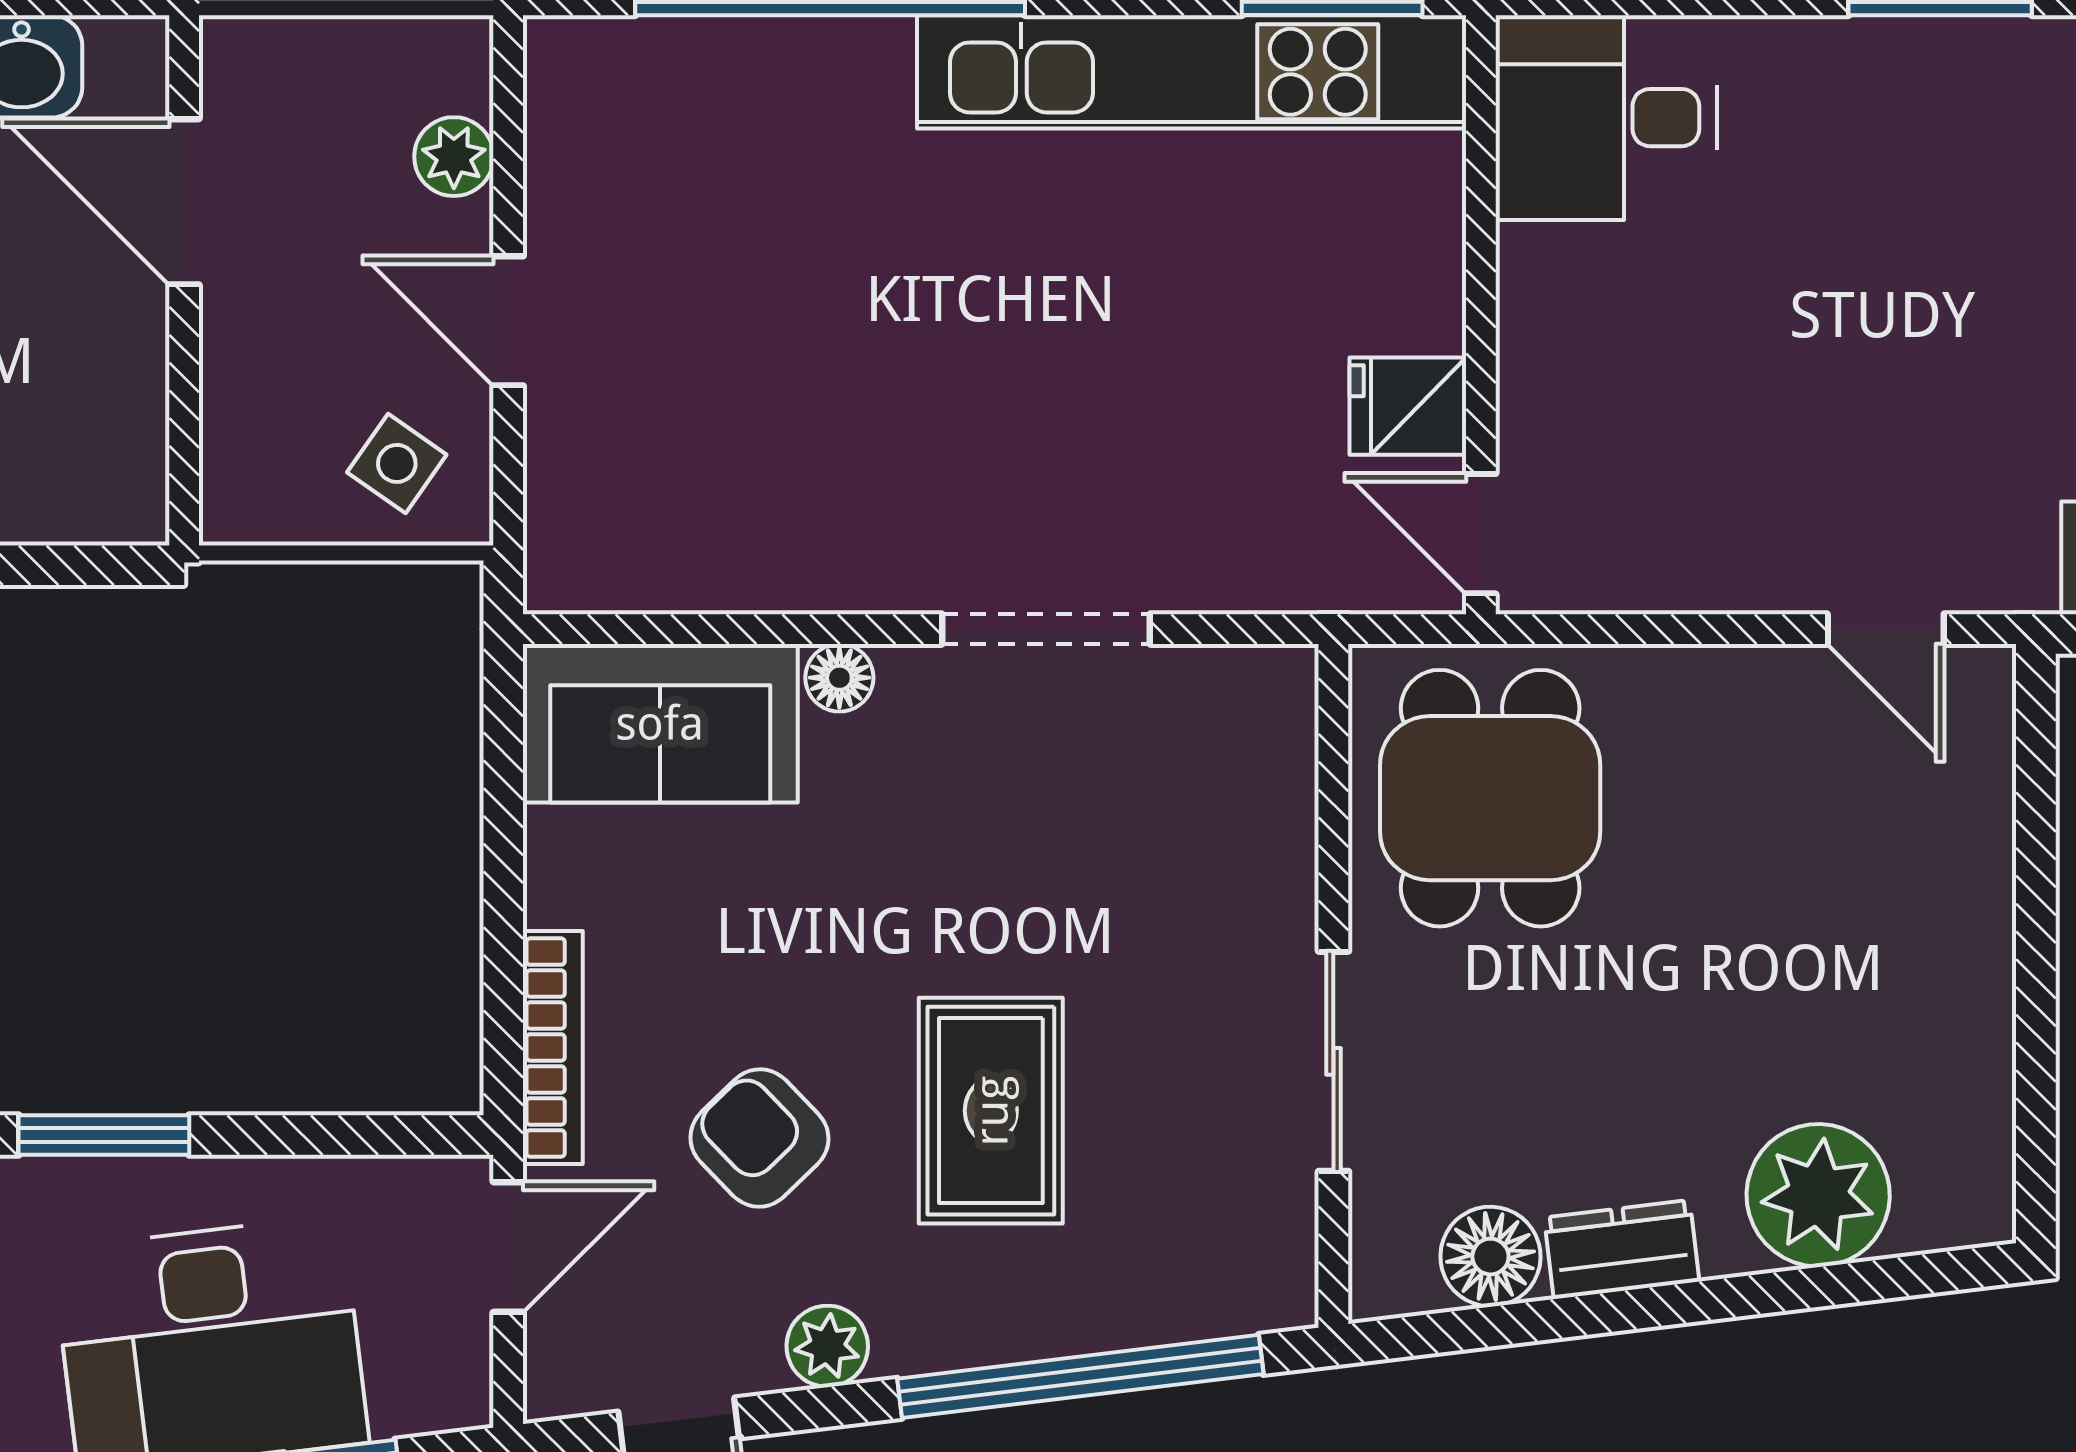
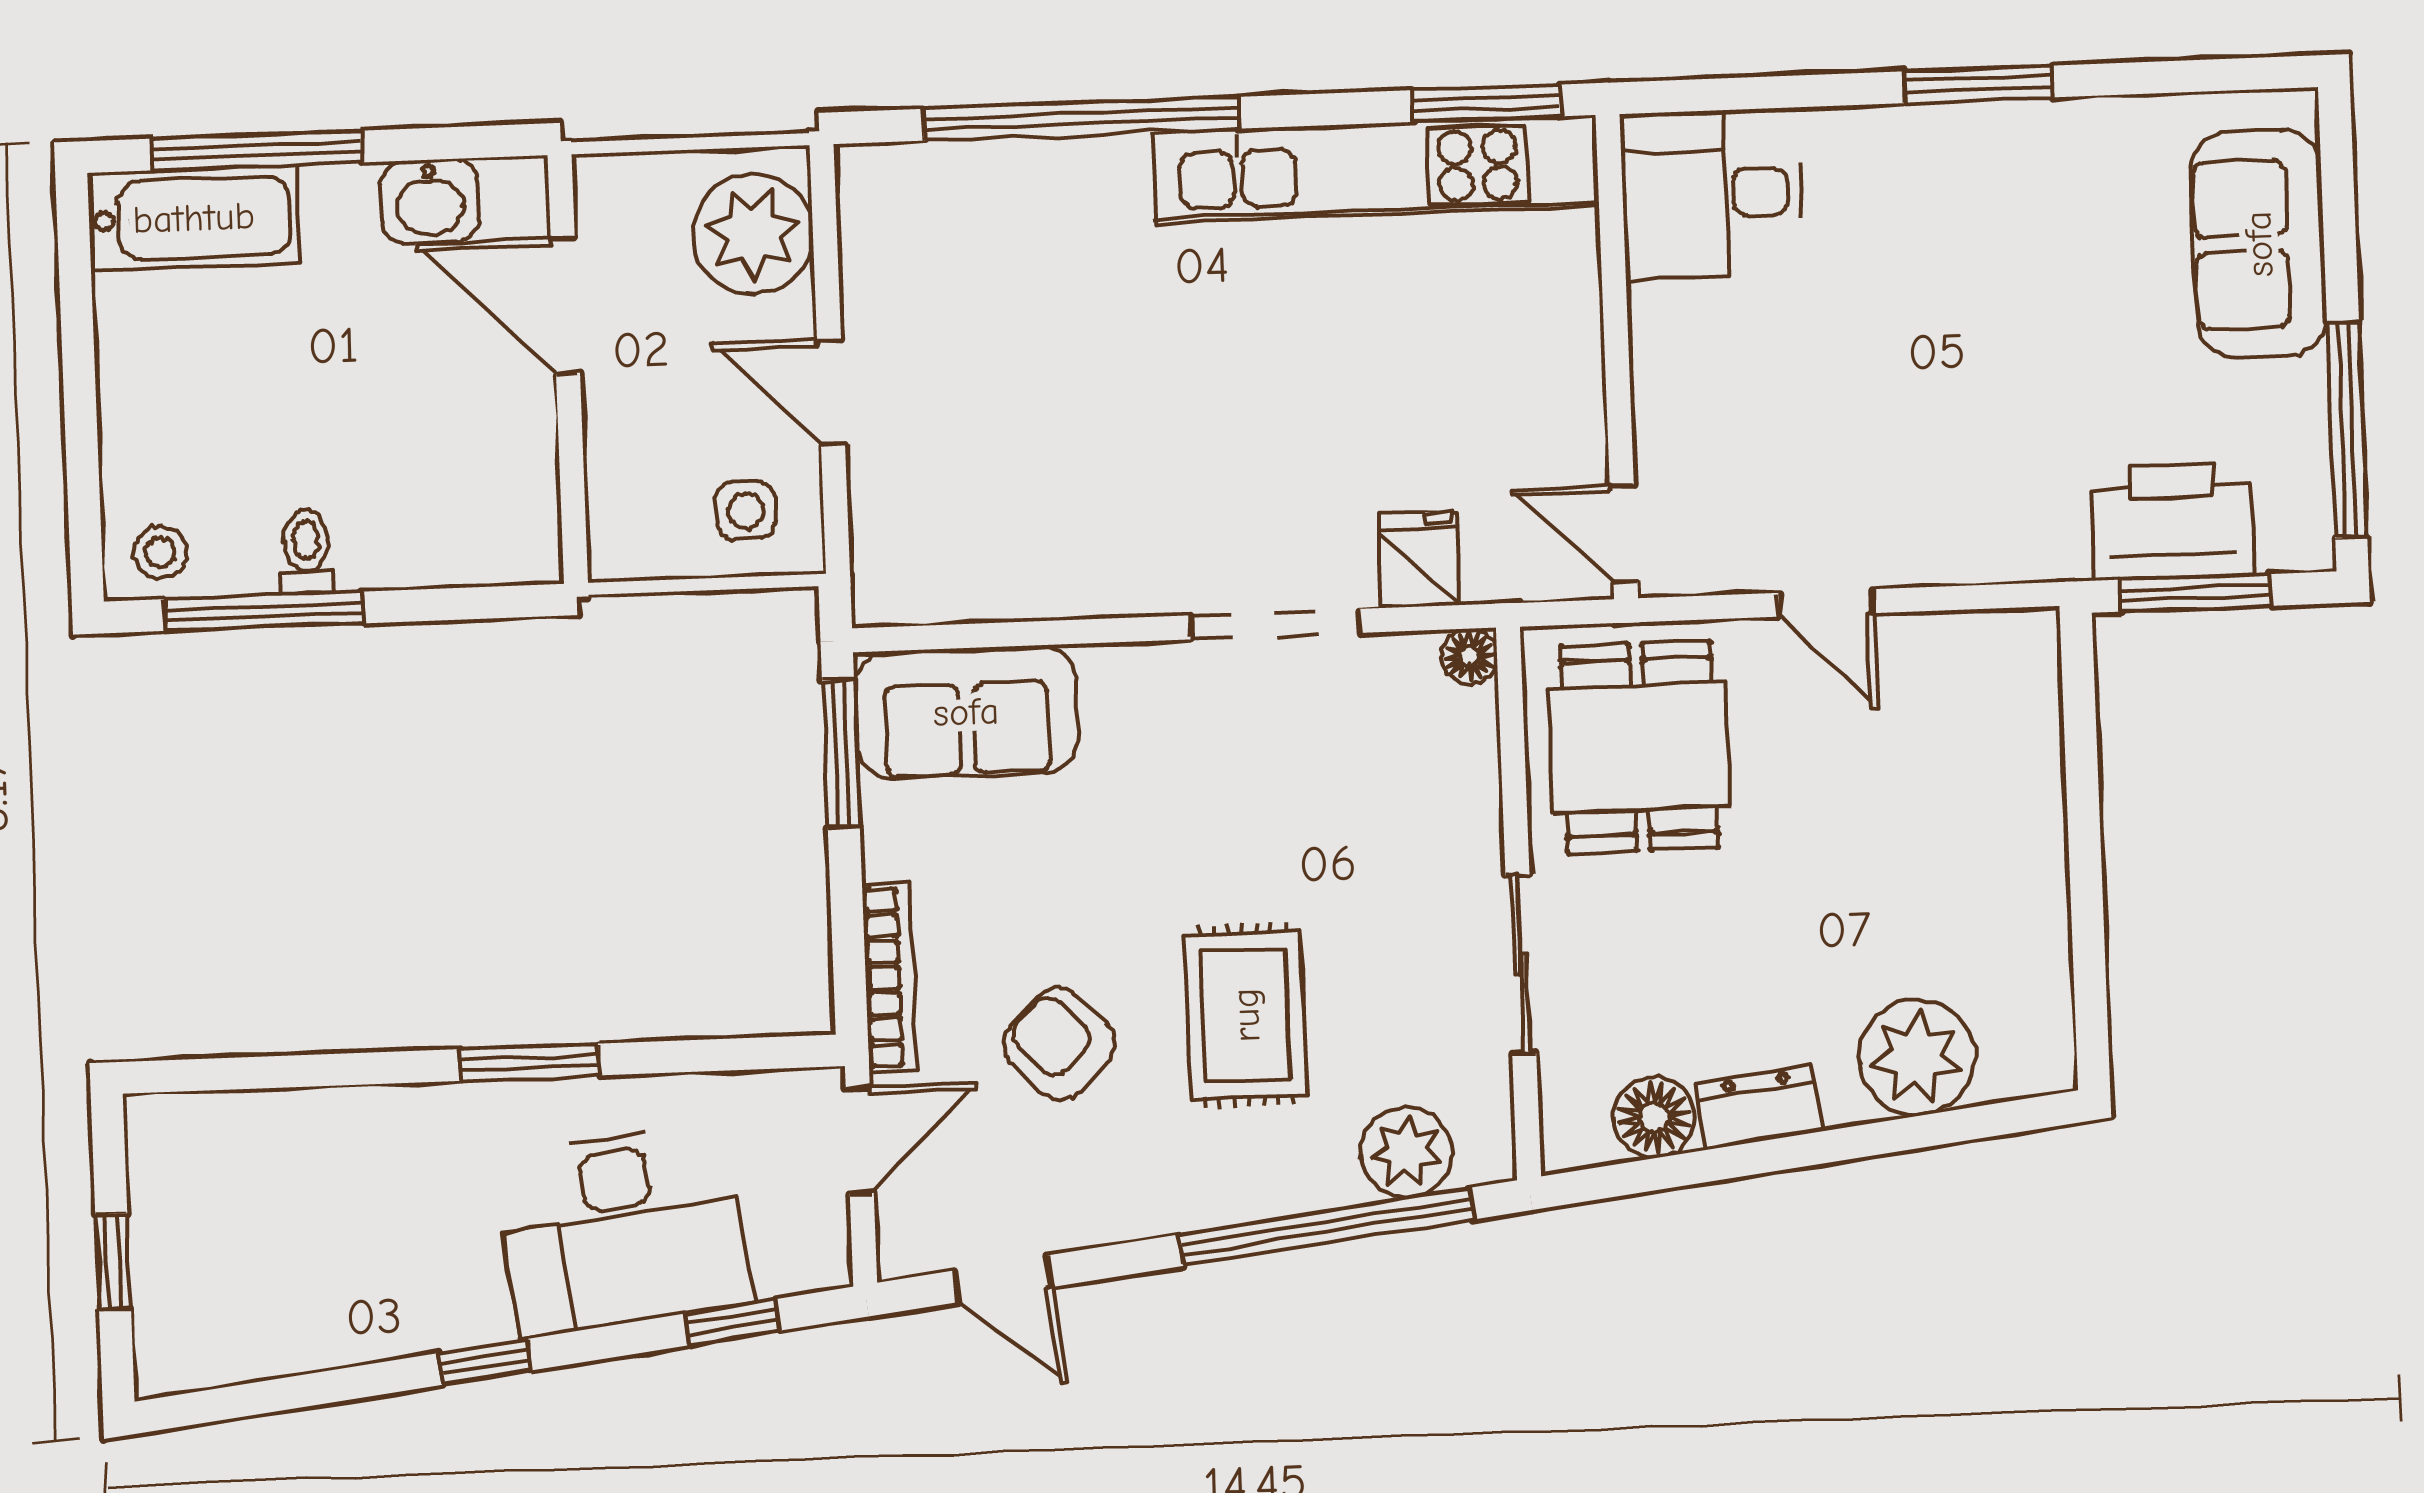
plant: (454, 157) -> (753, 234), width x1.87, depth x1.87
fridge: (1408, 406) -> (1419, 560), moved, turned 90
side table: (397, 463) -> (745, 510), turned -35
door: (1886, 629) -> (1826, 603), moved
floor lamp: (839, 678) -> (1470, 656), moved
window: (503, 768) -> (841, 754), added
plant: (827, 1346) -> (1406, 1152), moved, width x1.38, depth x1.38

